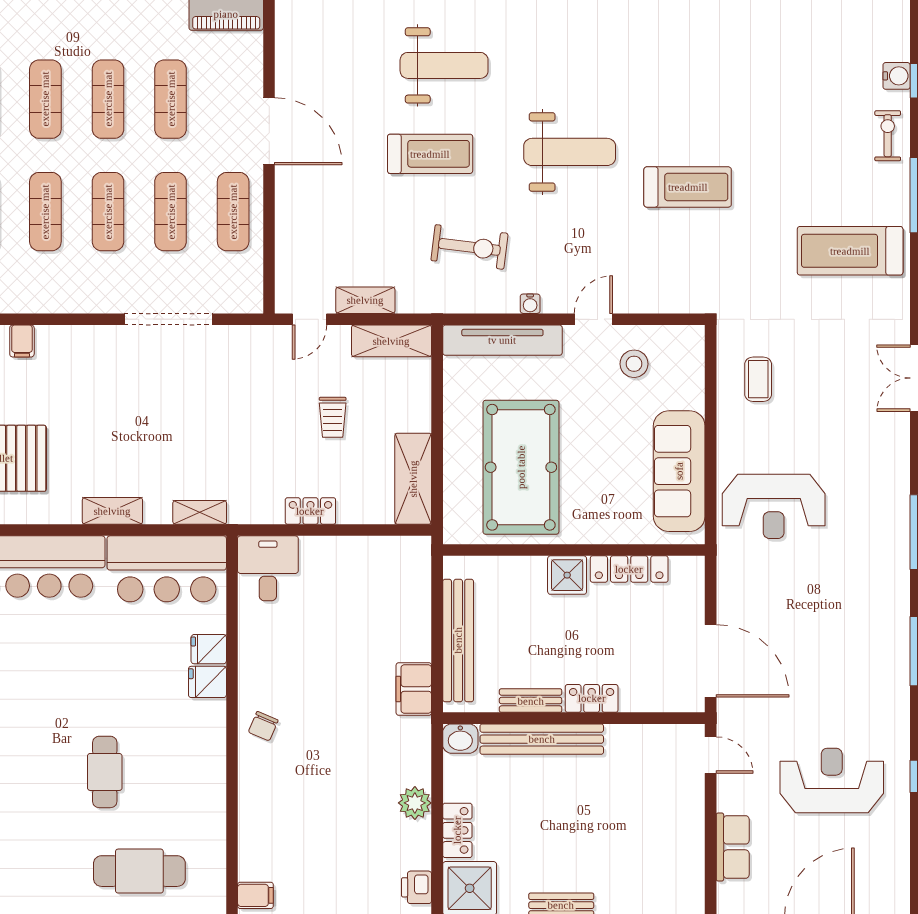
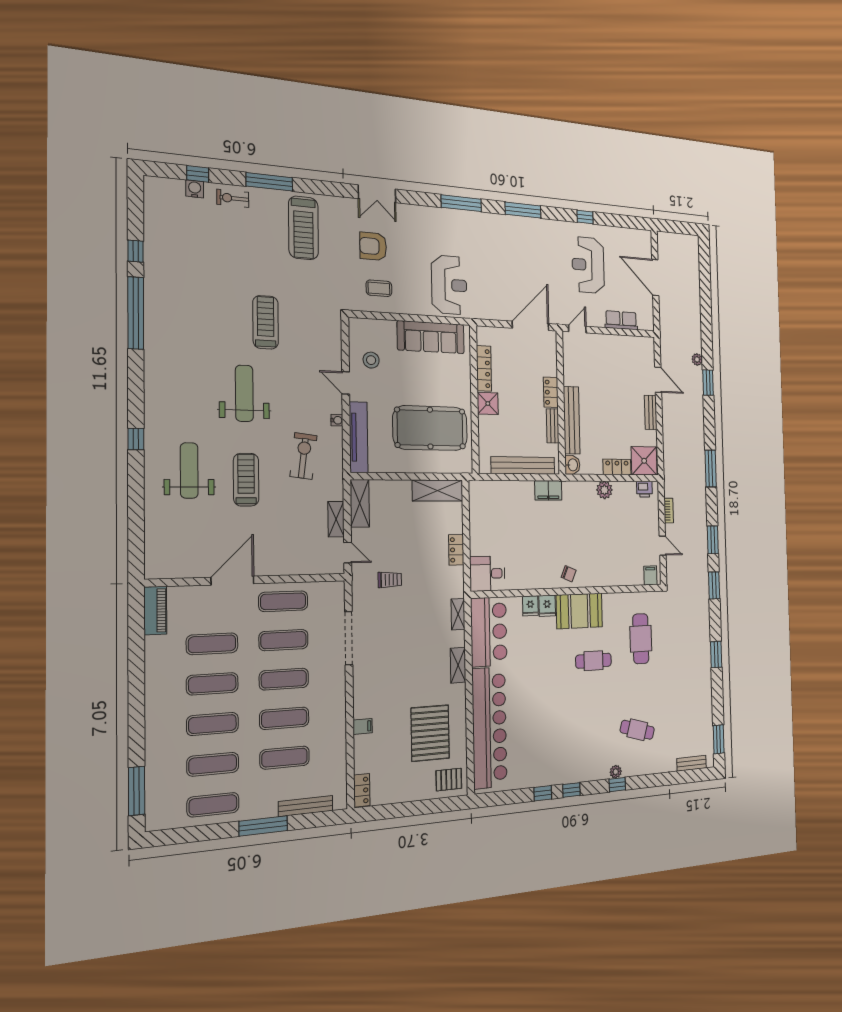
armchair: (830, 370) -> (373, 246), added
trolley: (333, 417) -> (390, 580), moved
booth: (196, 746) -> (579, 611), added

